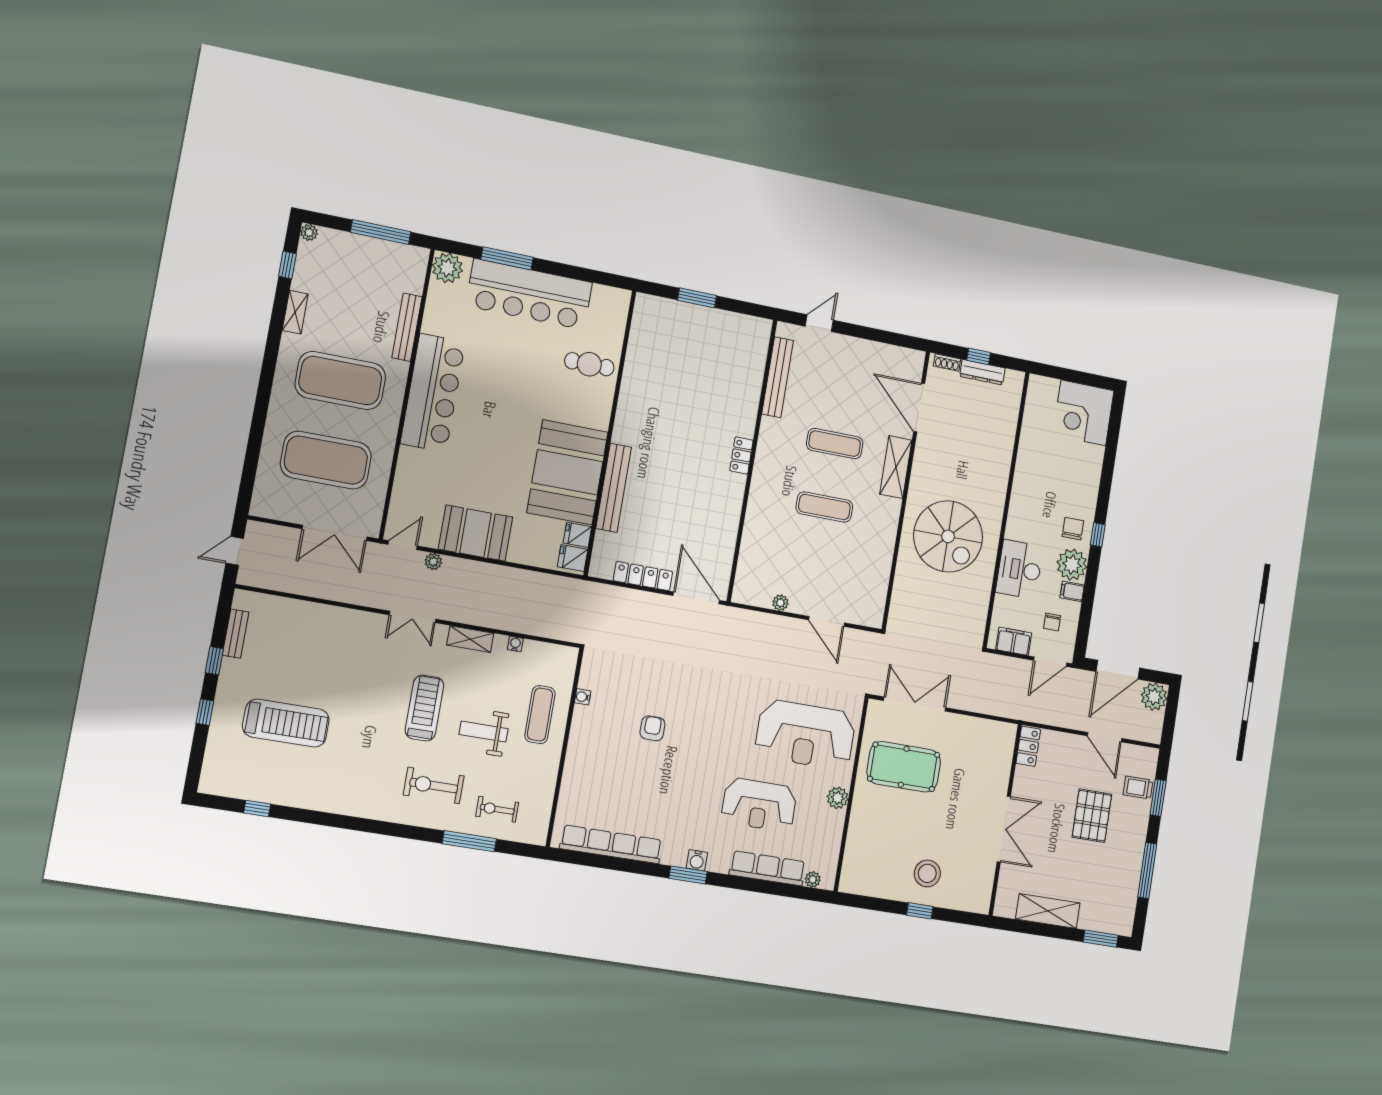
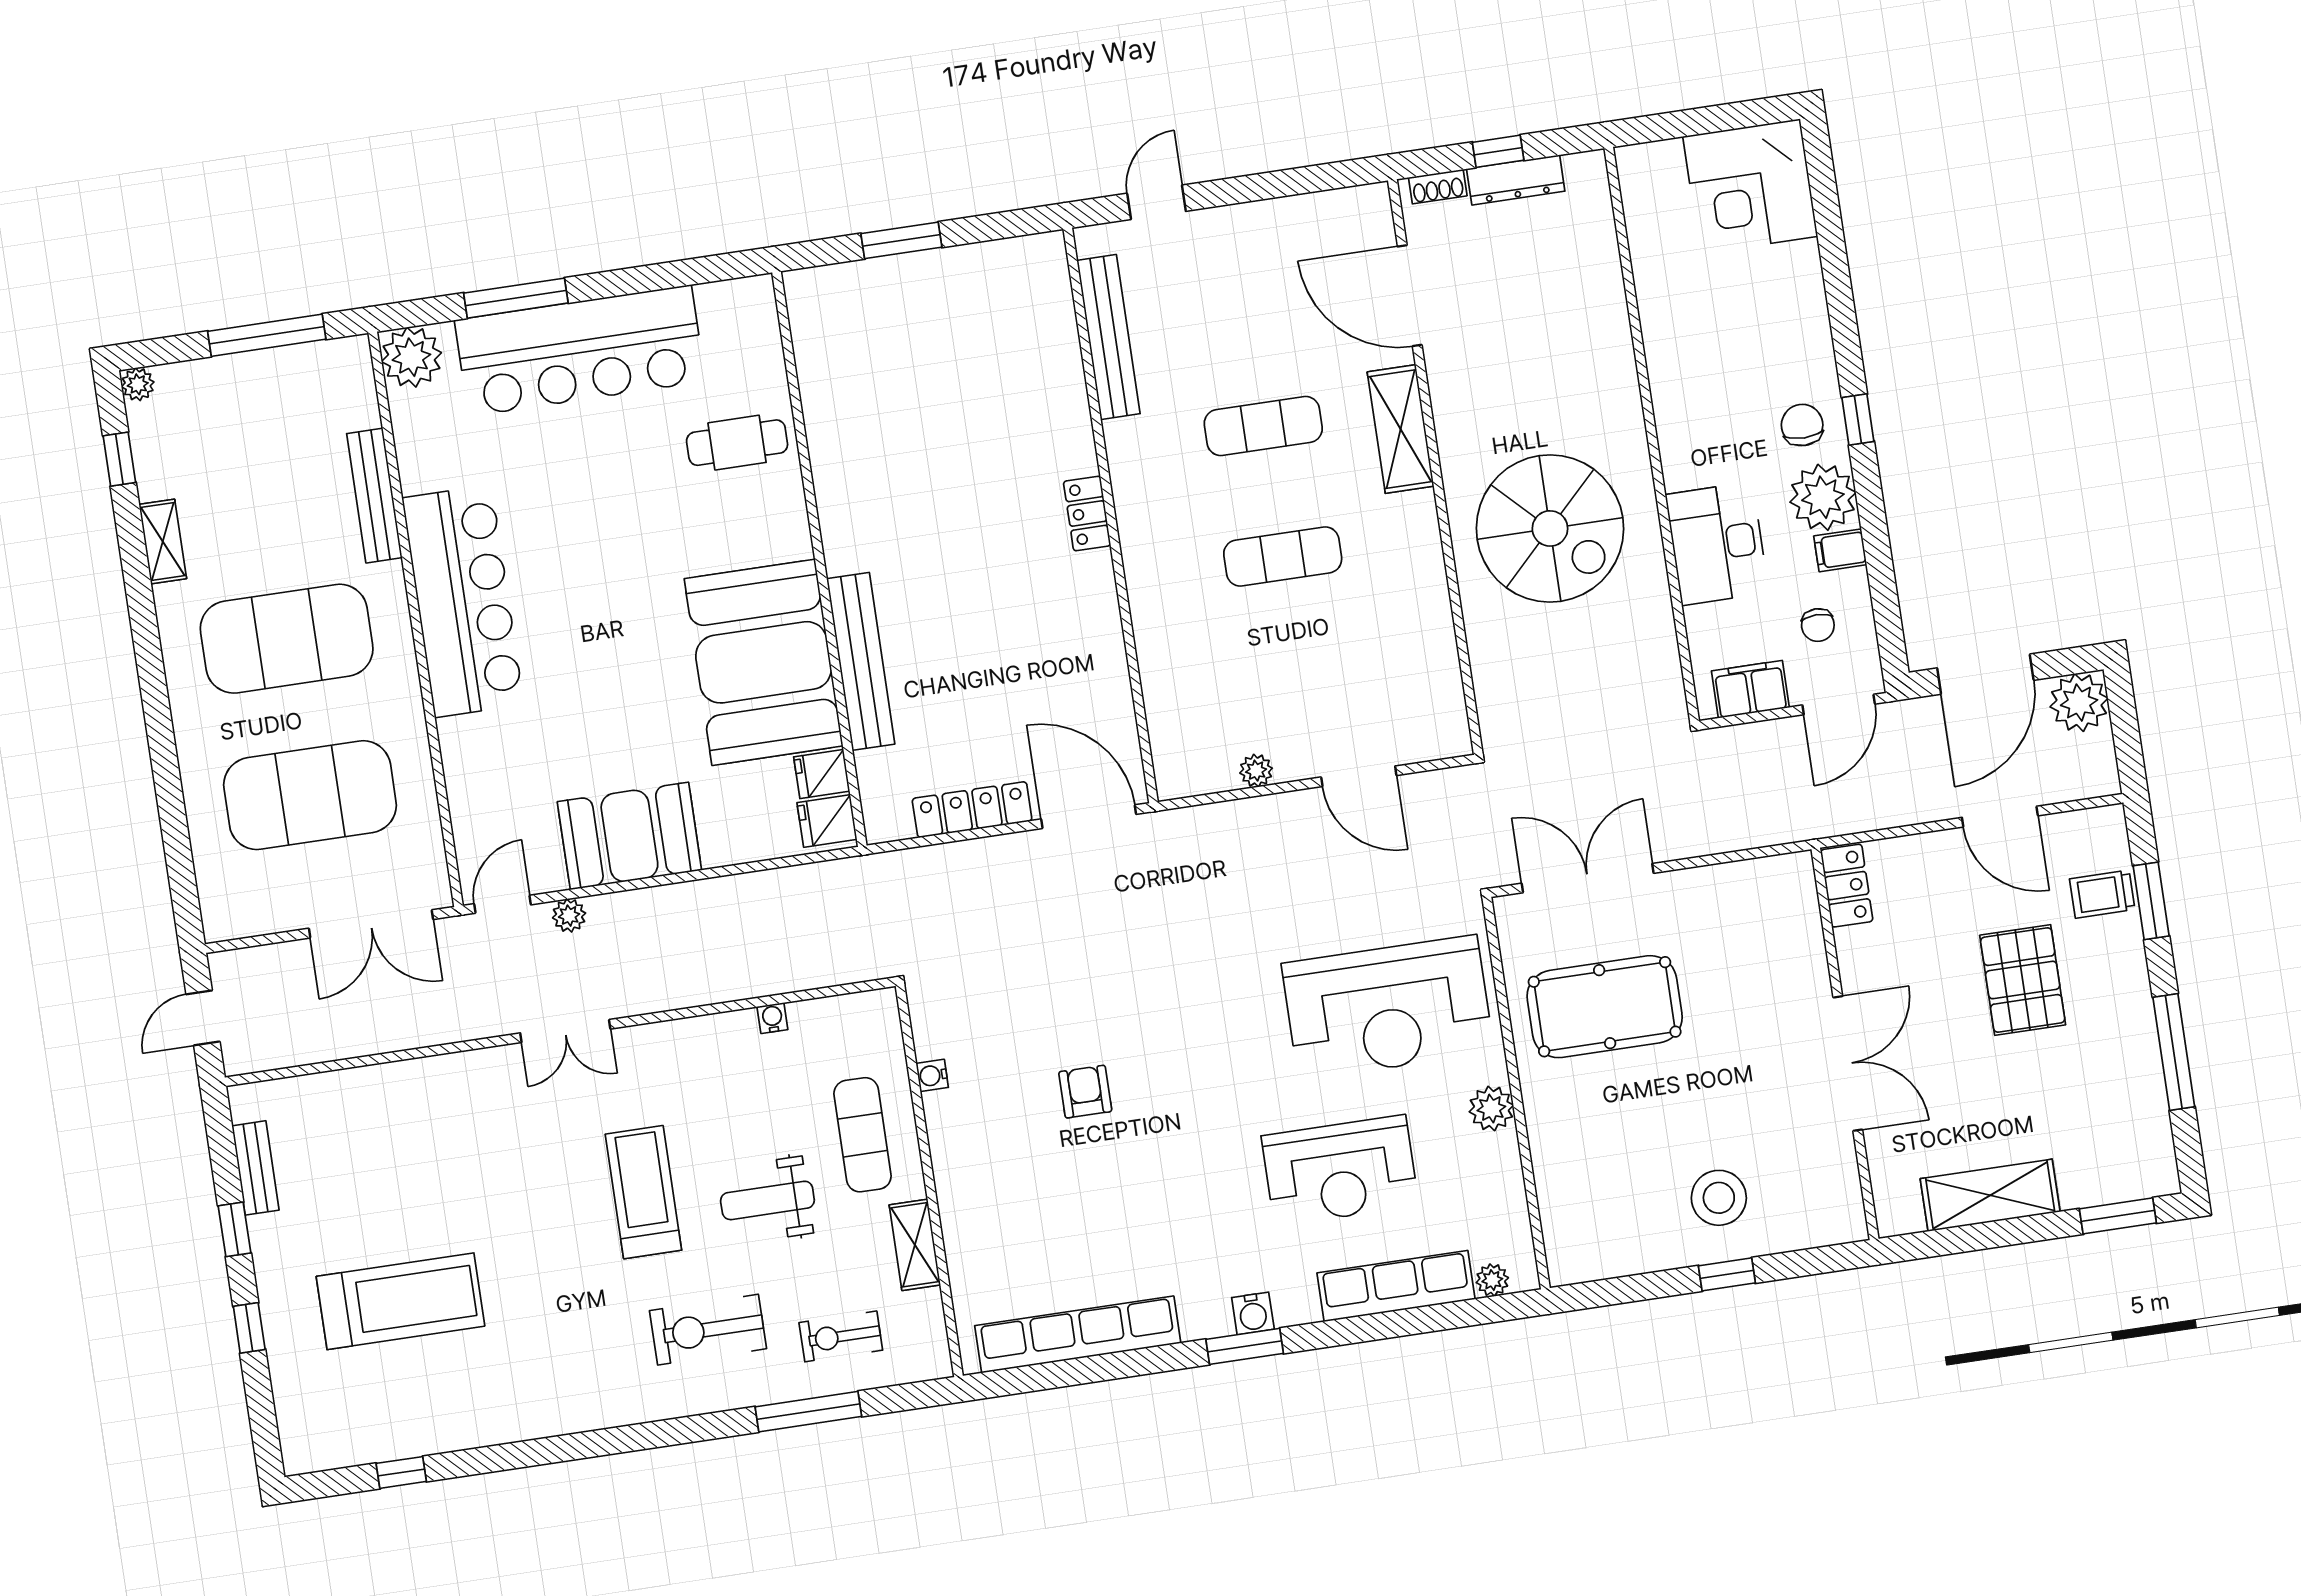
shelving: (470, 639) -> (915, 1245), moved, turned 90

